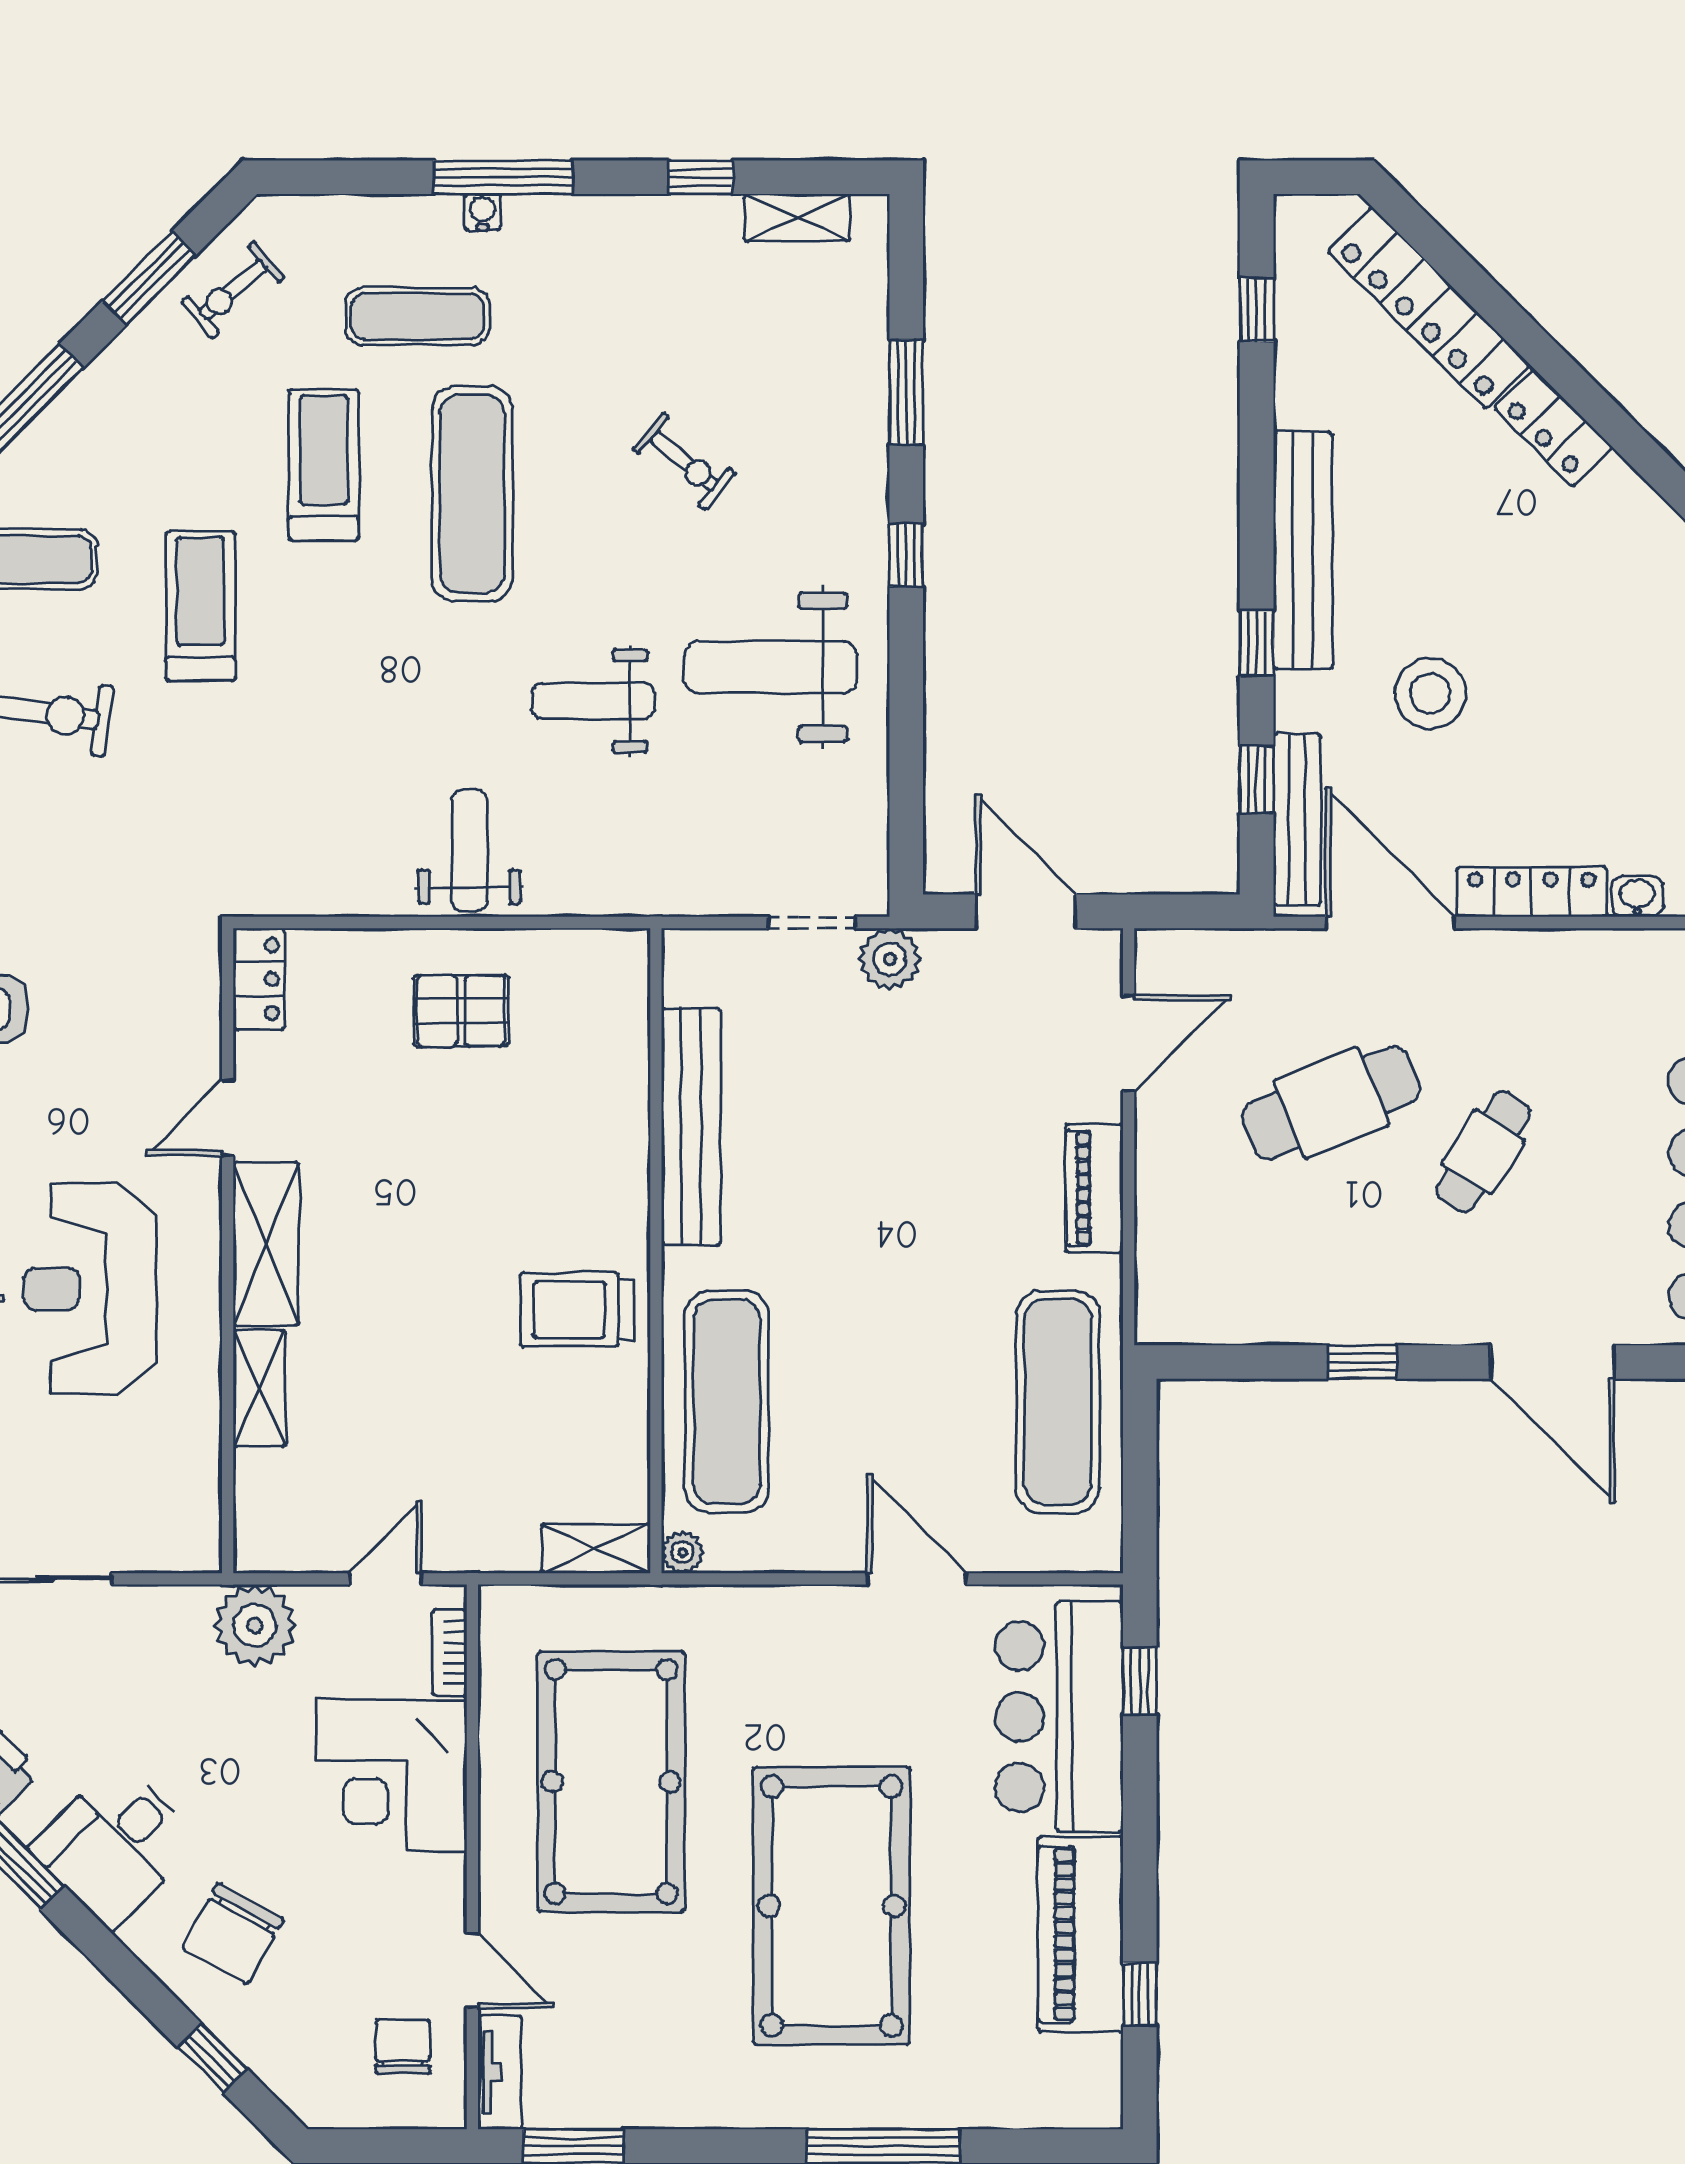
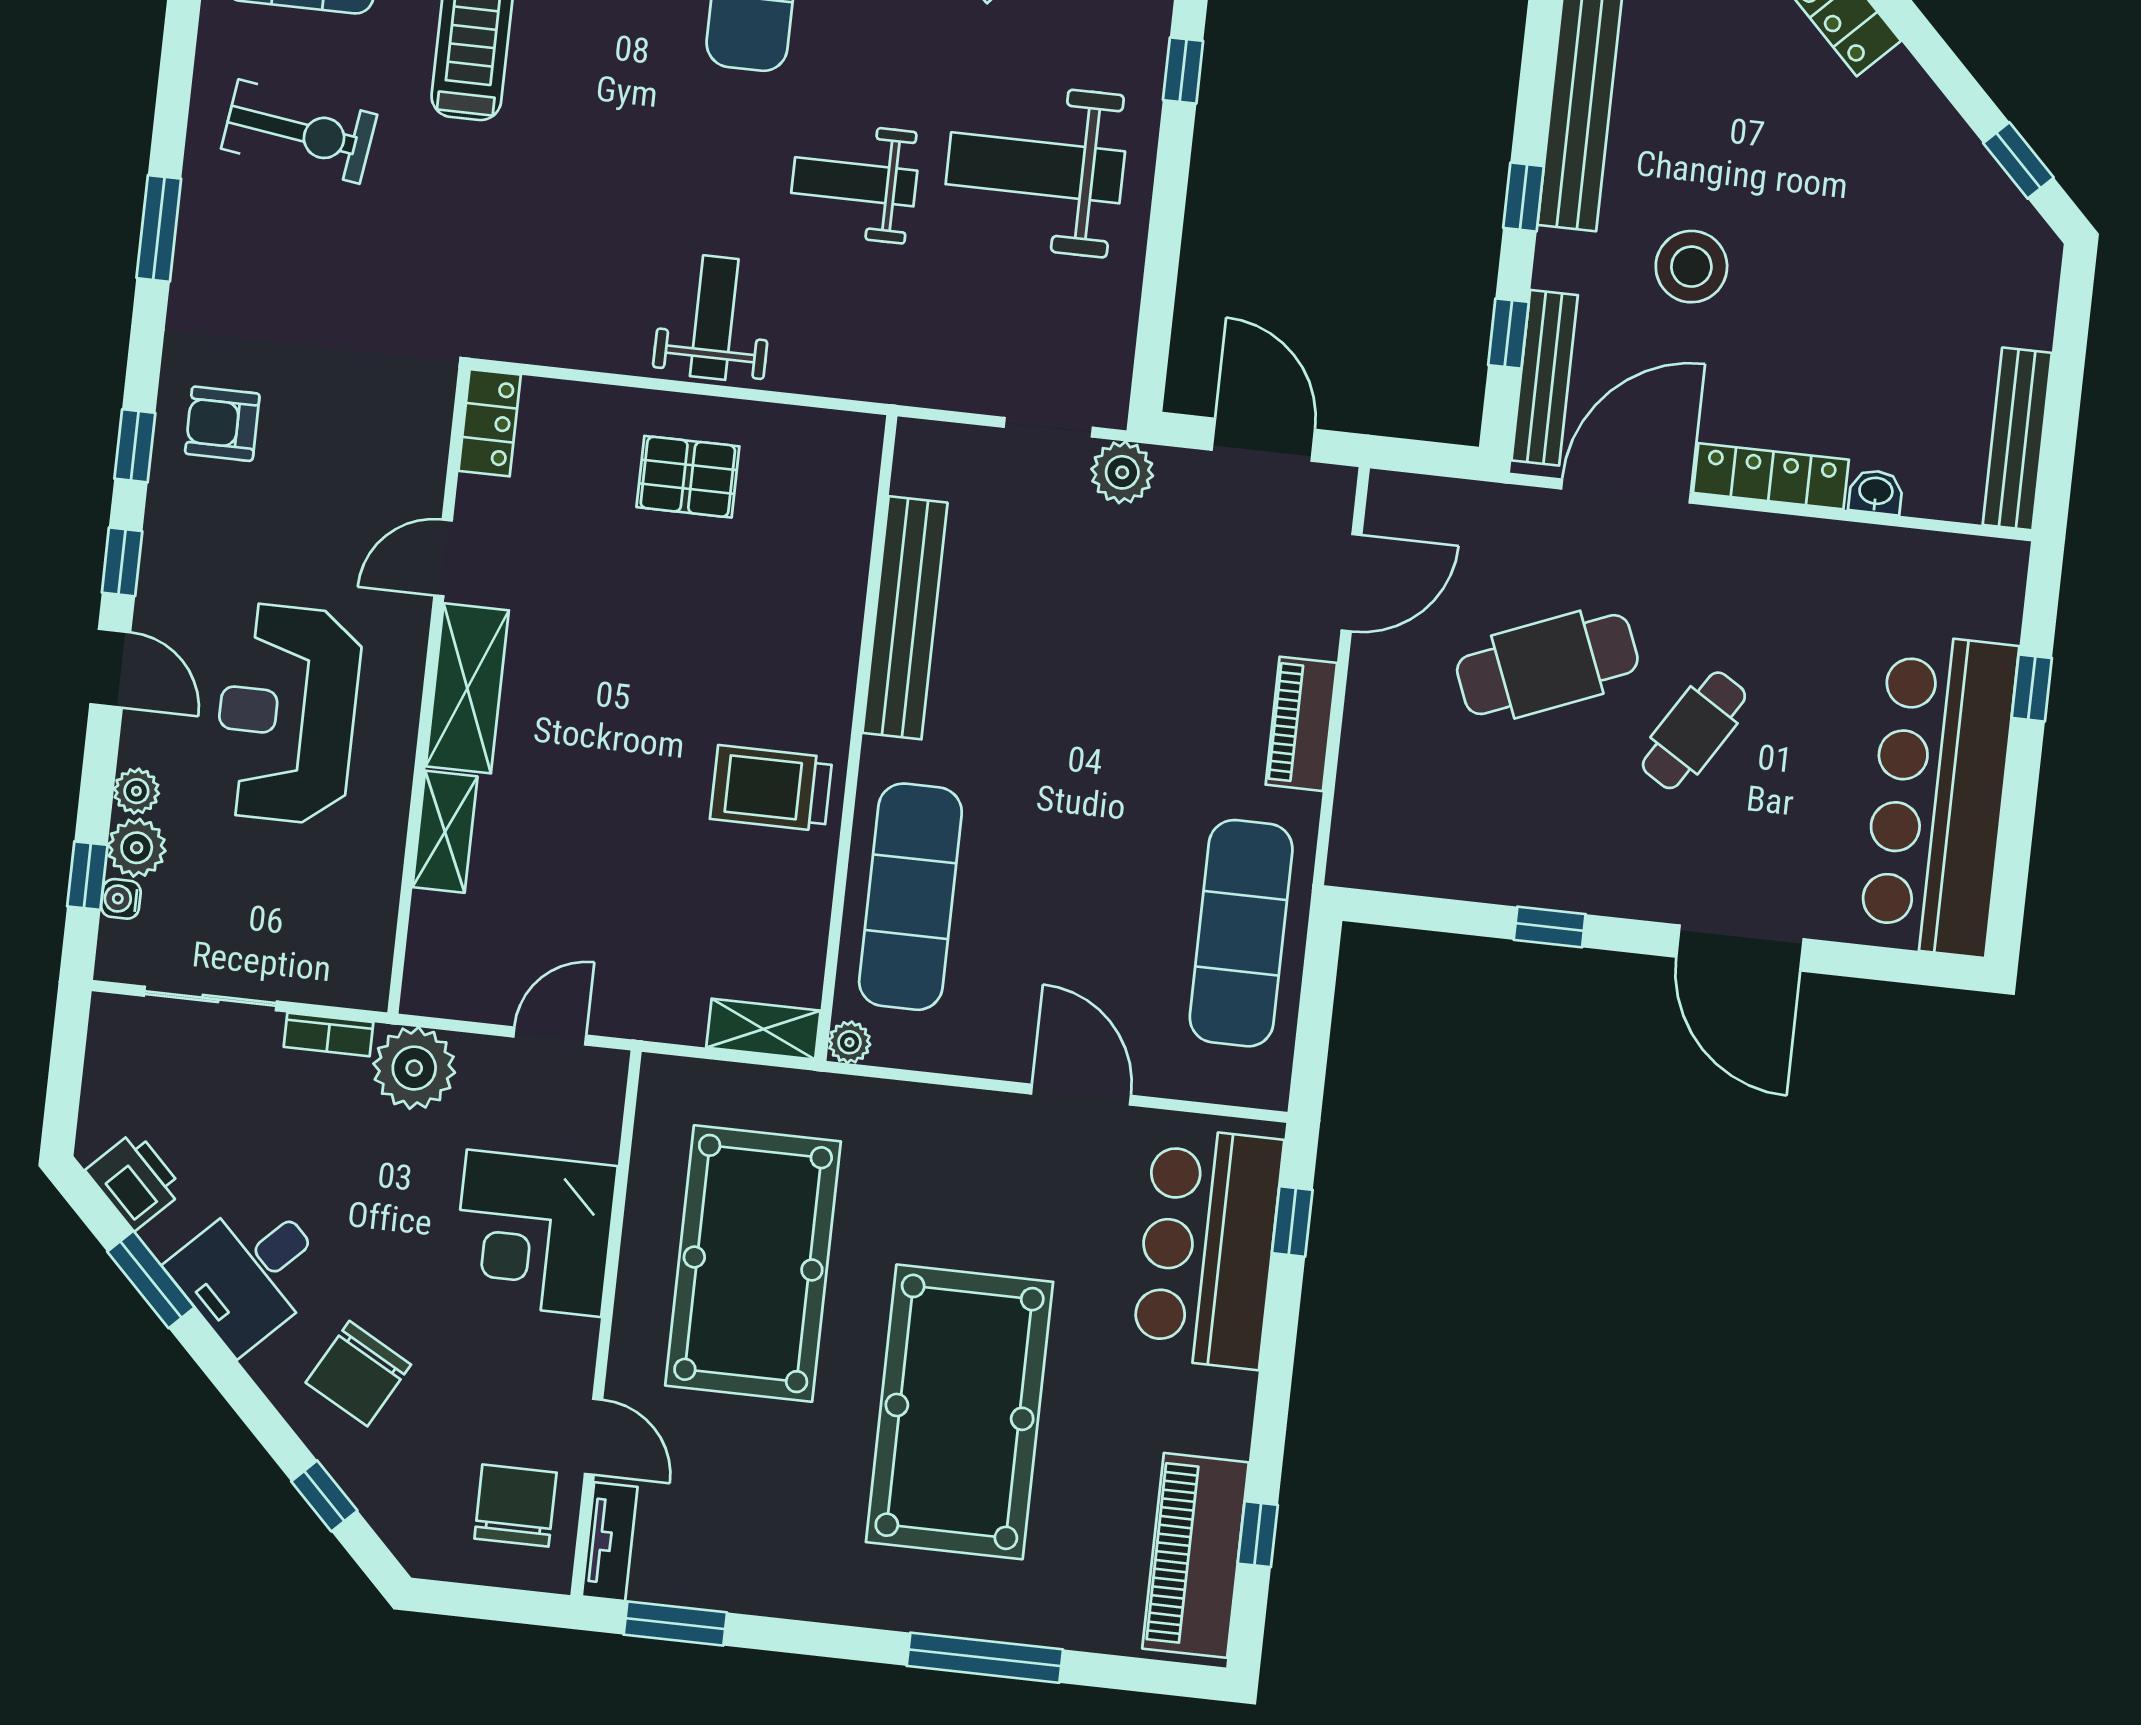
door: (1390, 923) -> (1626, 491), hinge flipped
bookcase: (450, 1653) -> (328, 1035), moved, turned -90
piano: (1081, 1934) -> (1196, 1555), moved
chair: (403, 2047) -> (515, 1506), width x1.37, depth x1.37

